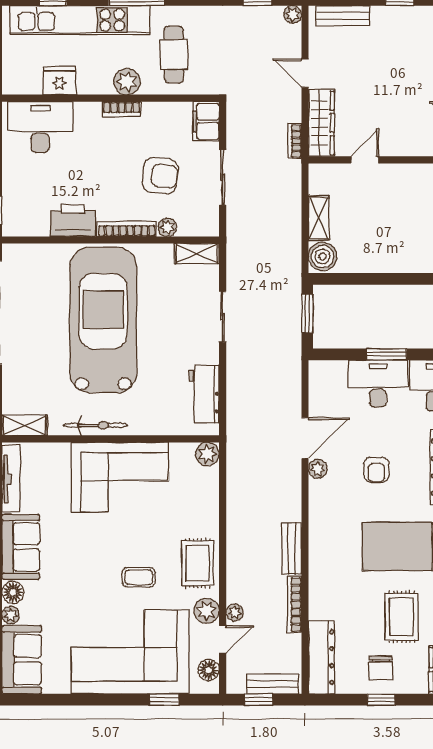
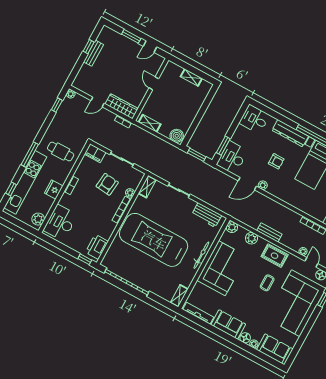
bench: (343, 16) -> (94, 53), moved
fridge: (59, 81) -> (54, 190), moved
plant: (127, 82) -> (38, 219), moved
door: (365, 160) -> (154, 83), moved
shelving: (319, 218) -> (150, 123), moved
printer: (73, 220) -> (97, 247), moved
window: (386, 354) -> (223, 146), moved
desk: (378, 384) -> (232, 158), moved
bicycle: (96, 425) -> (201, 255), moved
door: (305, 438) -> (247, 184), swing flipped
bench: (292, 549) -> (269, 232), moved
plant: (207, 611) -> (251, 238), moved

